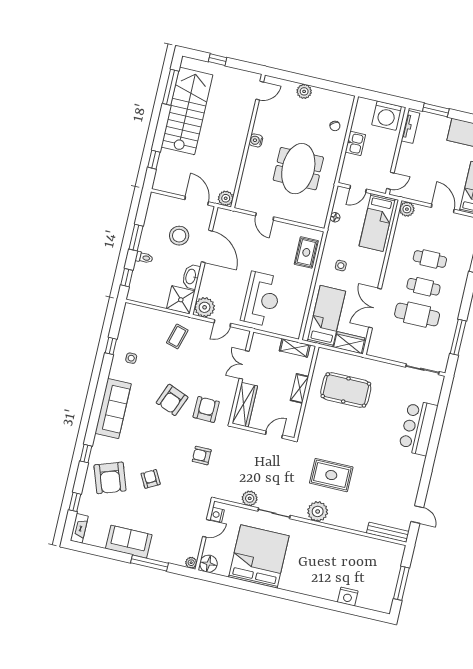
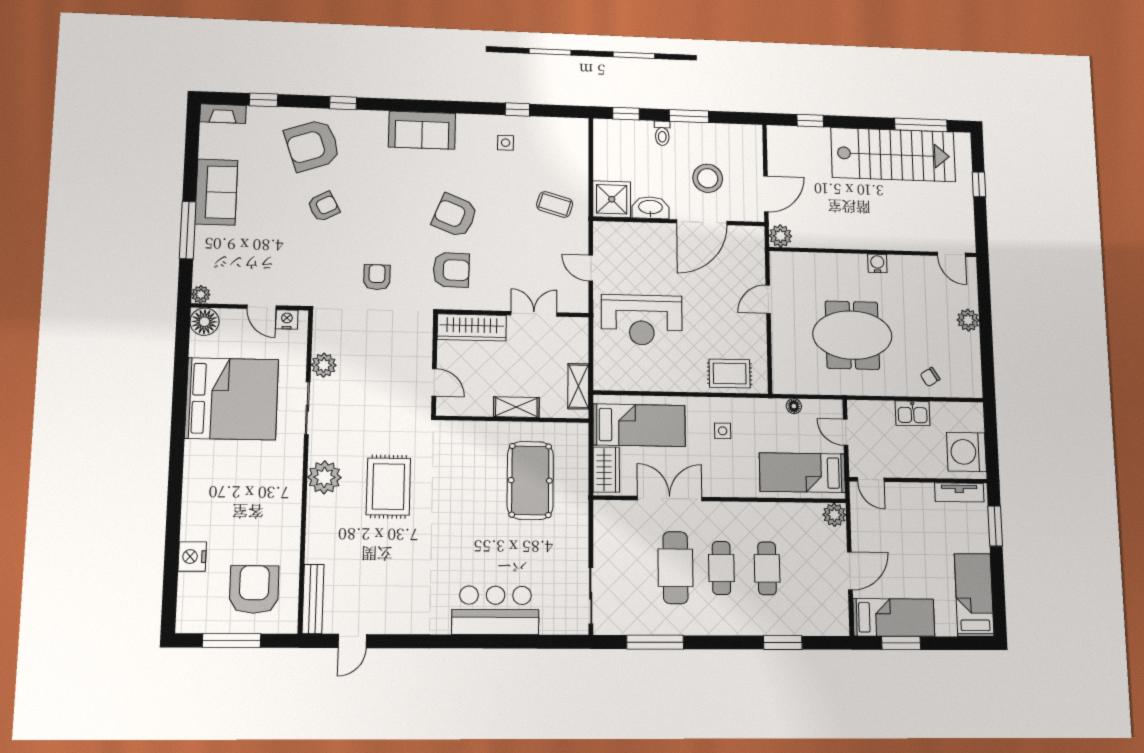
plant: (205, 307) -> (609, 237), removed
sofa: (113, 408) -> (422, 130), width x0.73
armchair: (375, 565) -> (254, 589), added

